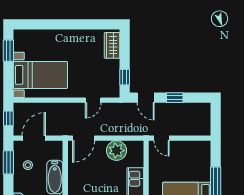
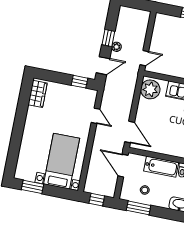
wardrobe: (112, 45) -> (38, 94), moved, turned -90
plant: (168, 108) -> (116, 47), added
door: (34, 138) -> (123, 166), moved
plant: (116, 151) -> (150, 89), moved

